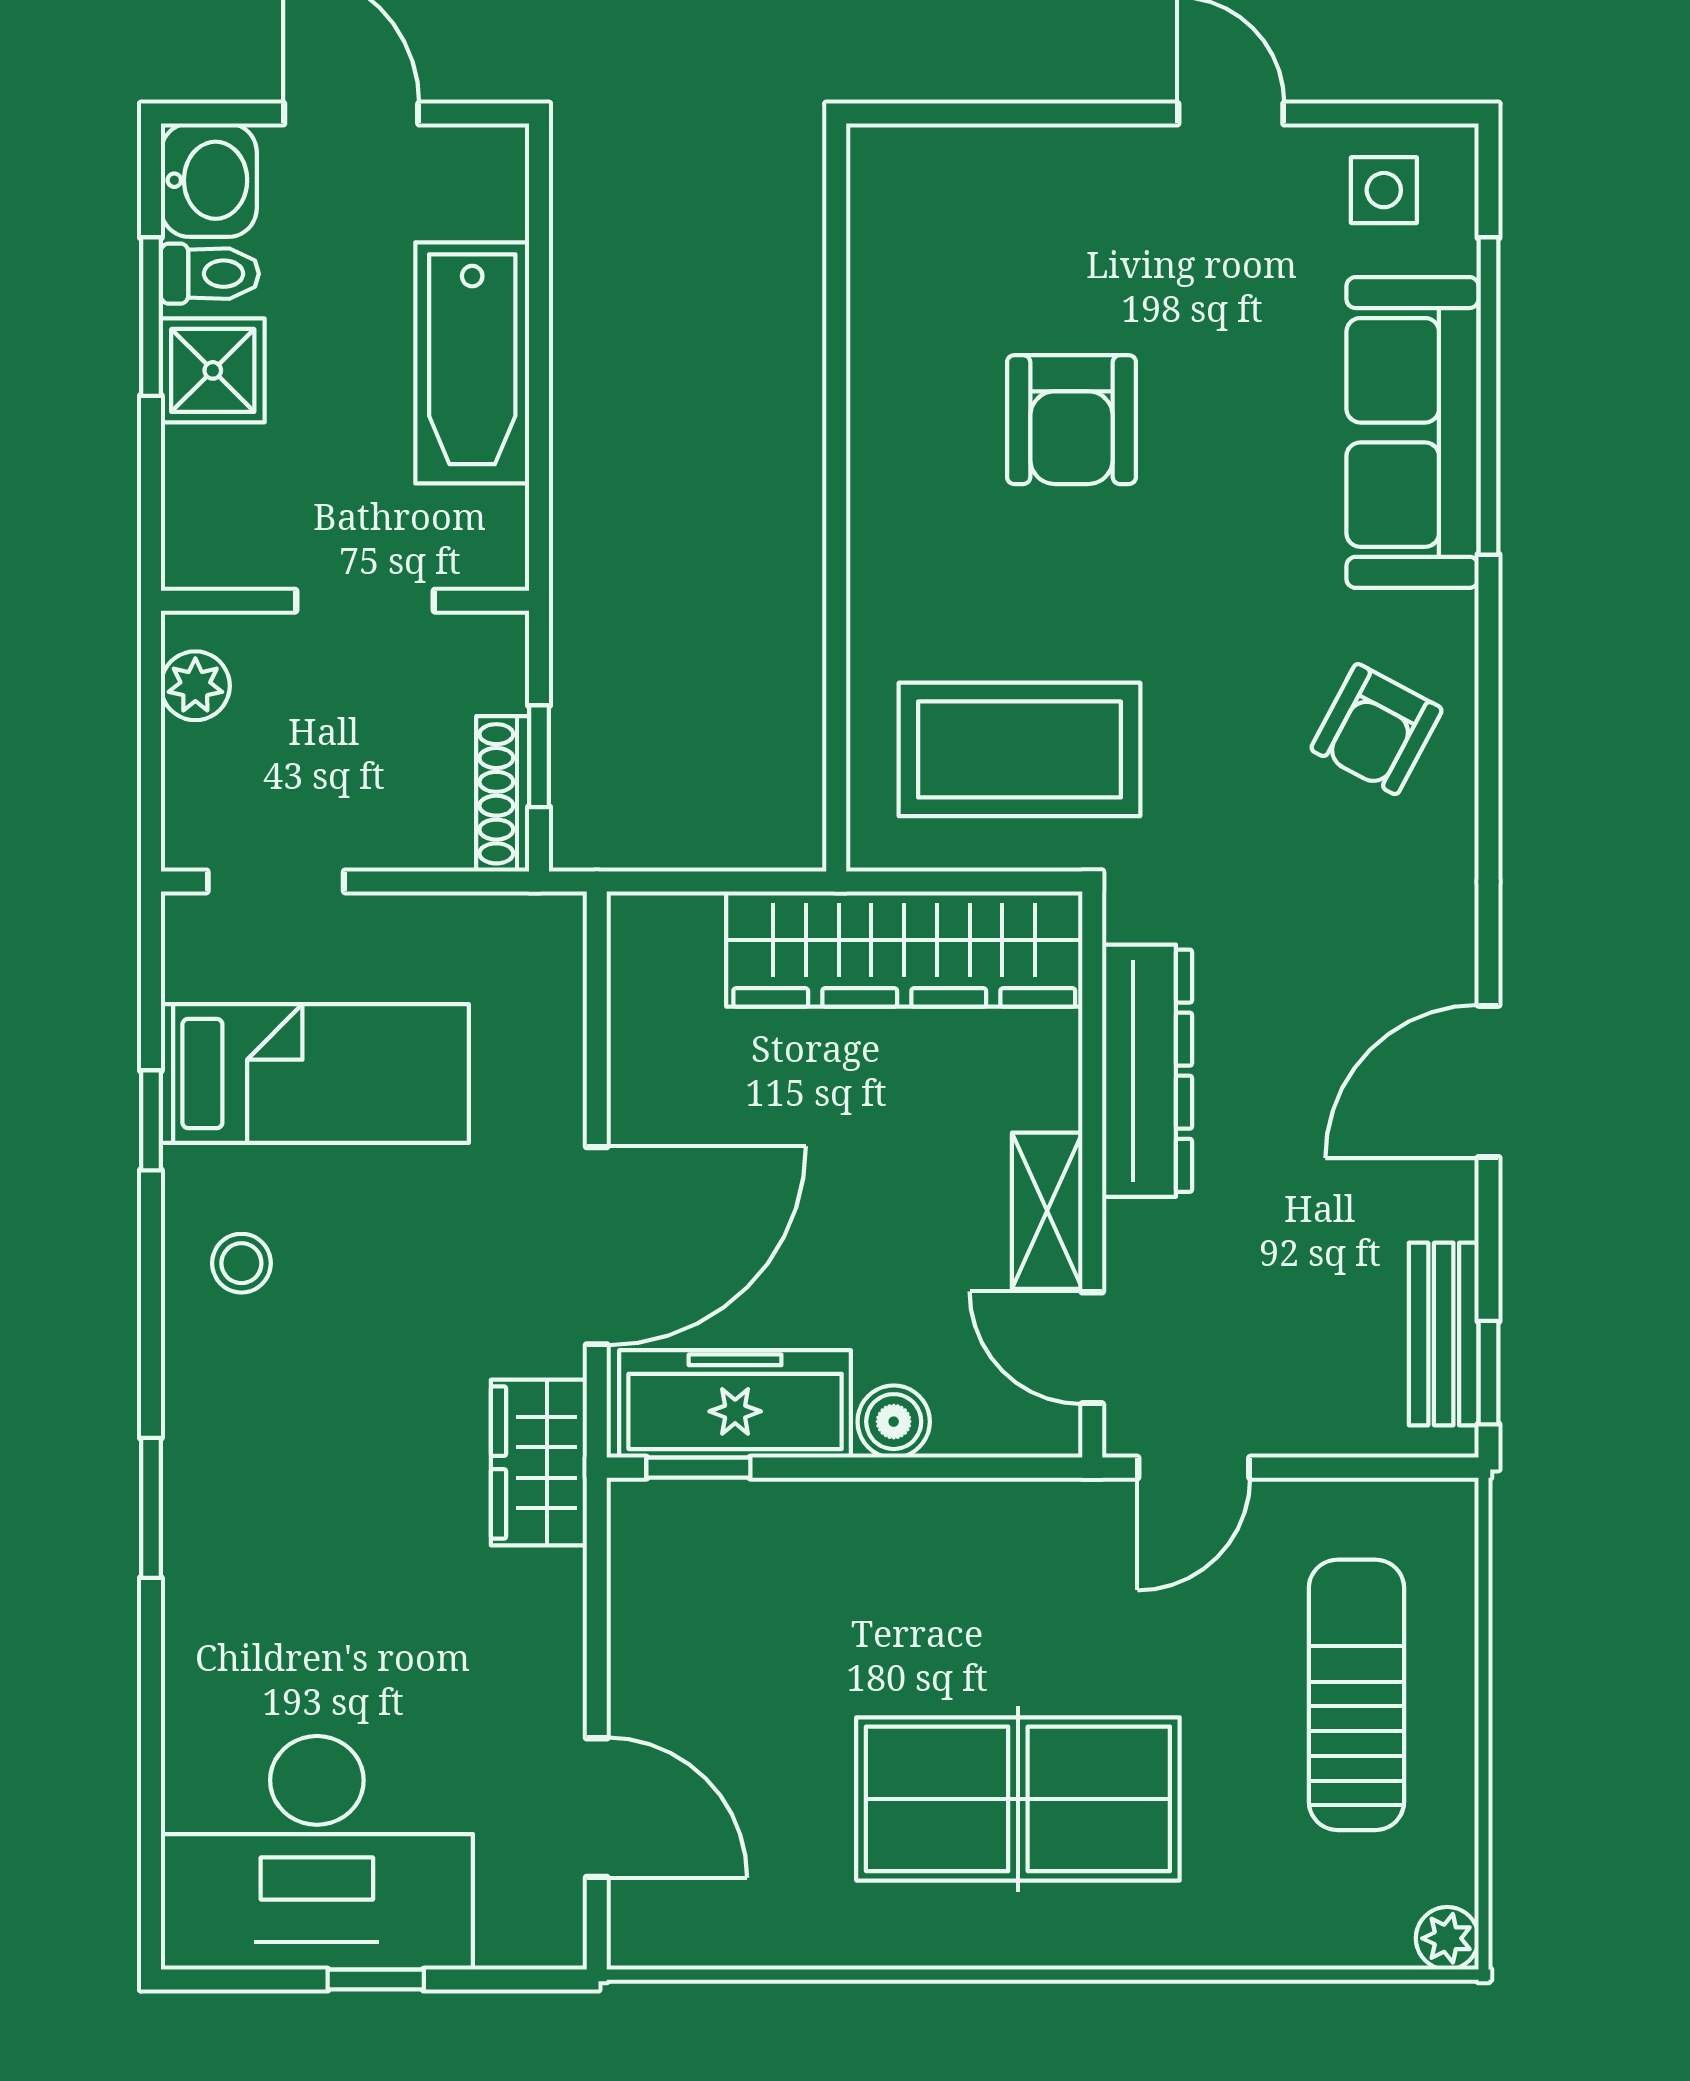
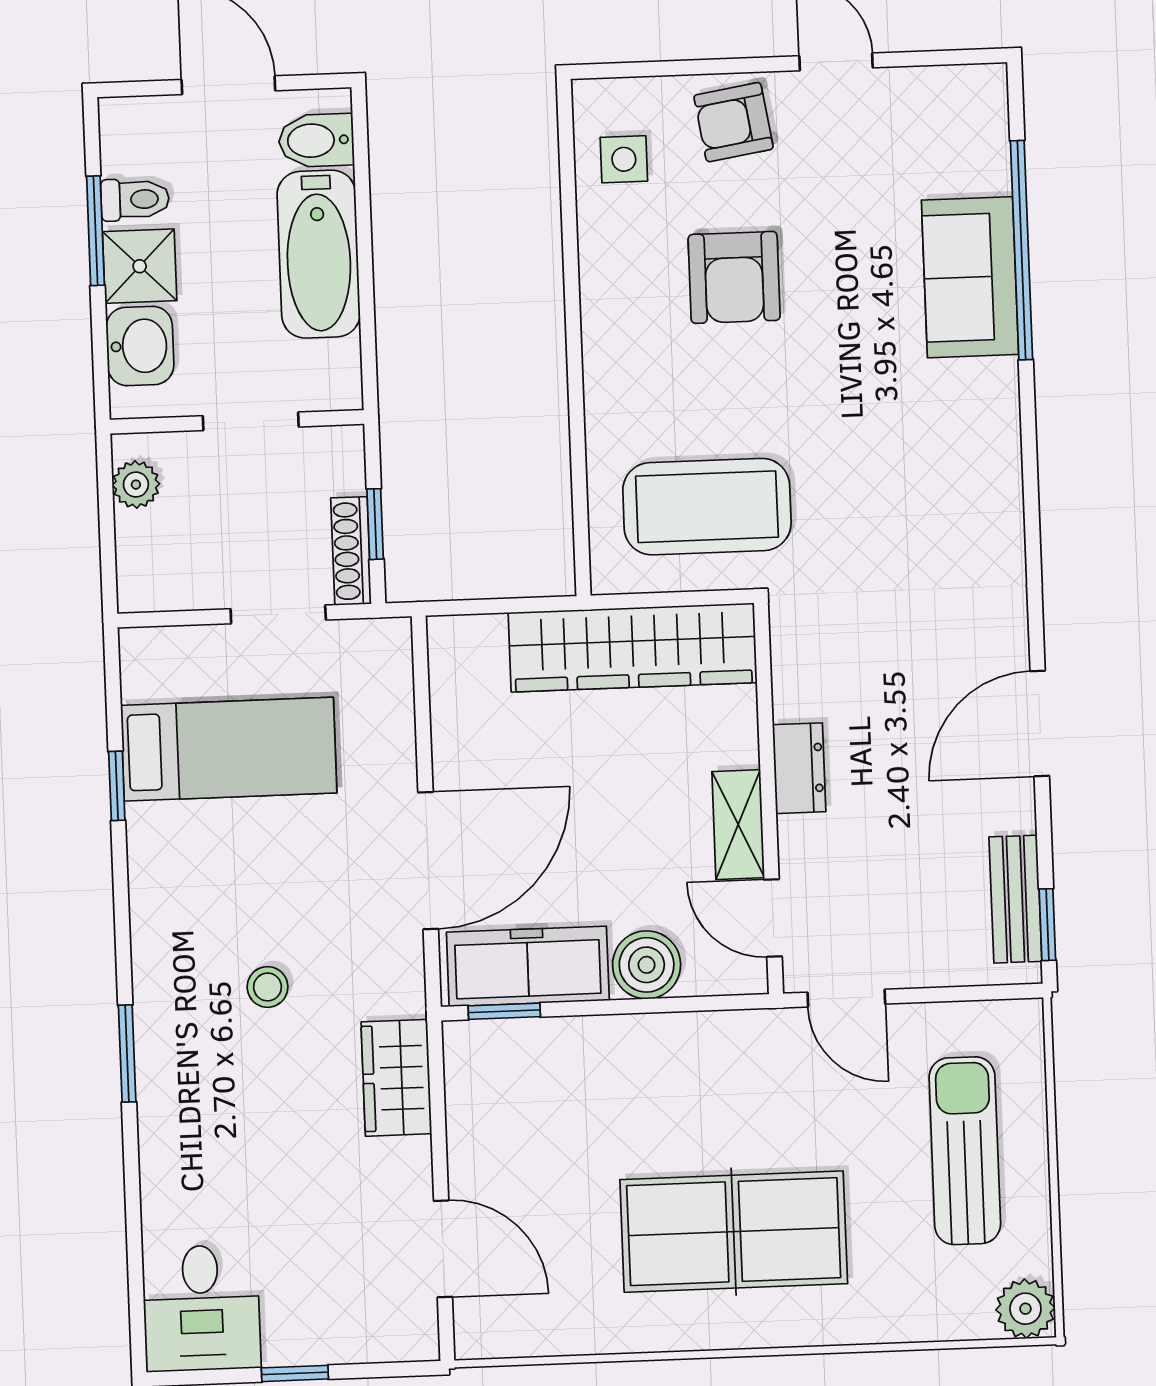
washbasin: (209, 180) -> (140, 346), moved
side table: (1384, 190) -> (624, 159), moved
bidet: (475, 198) -> (316, 140), added
sofa: (1413, 432) -> (970, 277), width x0.73
armchair: (1377, 729) -> (734, 122), moved, turned 53
doorway: (276, 881) -> (278, 614), moved
dresser: (1147, 1071) -> (799, 768), width x0.51, depth x0.80
stool: (241, 1263) -> (268, 987), moved
boiler: (894, 1422) -> (647, 965), width x1.36, depth x1.36
wardrobe: (539, 1463) -> (396, 1078), moved
door: (1194, 1468) -> (846, 998), hinge flipped
desk: (317, 1853) -> (201, 1308), width x0.53, depth x0.77
plant: (1447, 1938) -> (1025, 1309), width x1.38, depth x1.38

